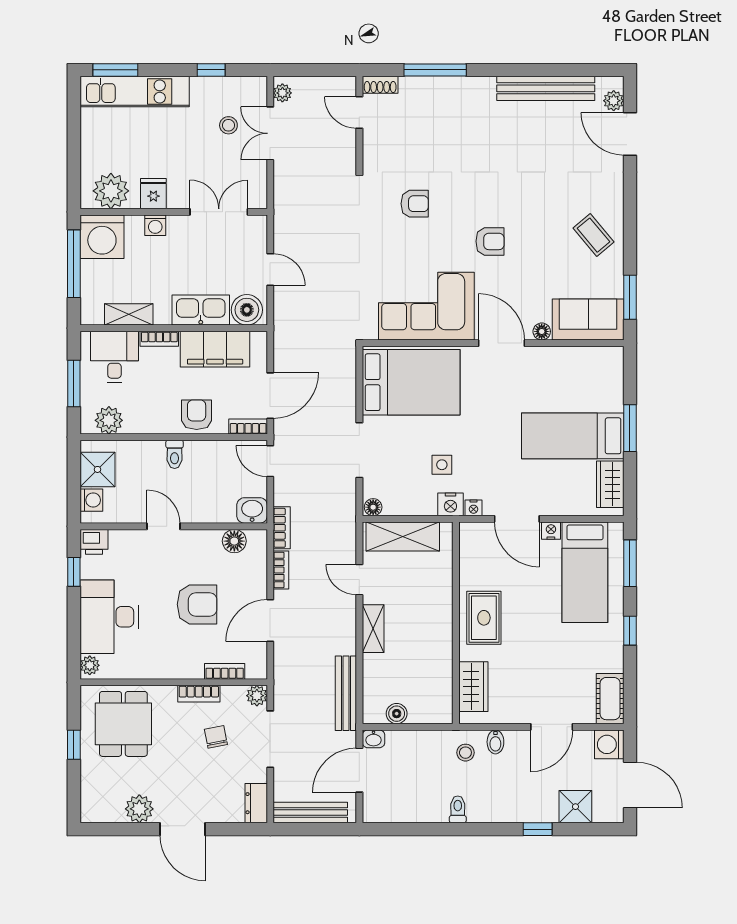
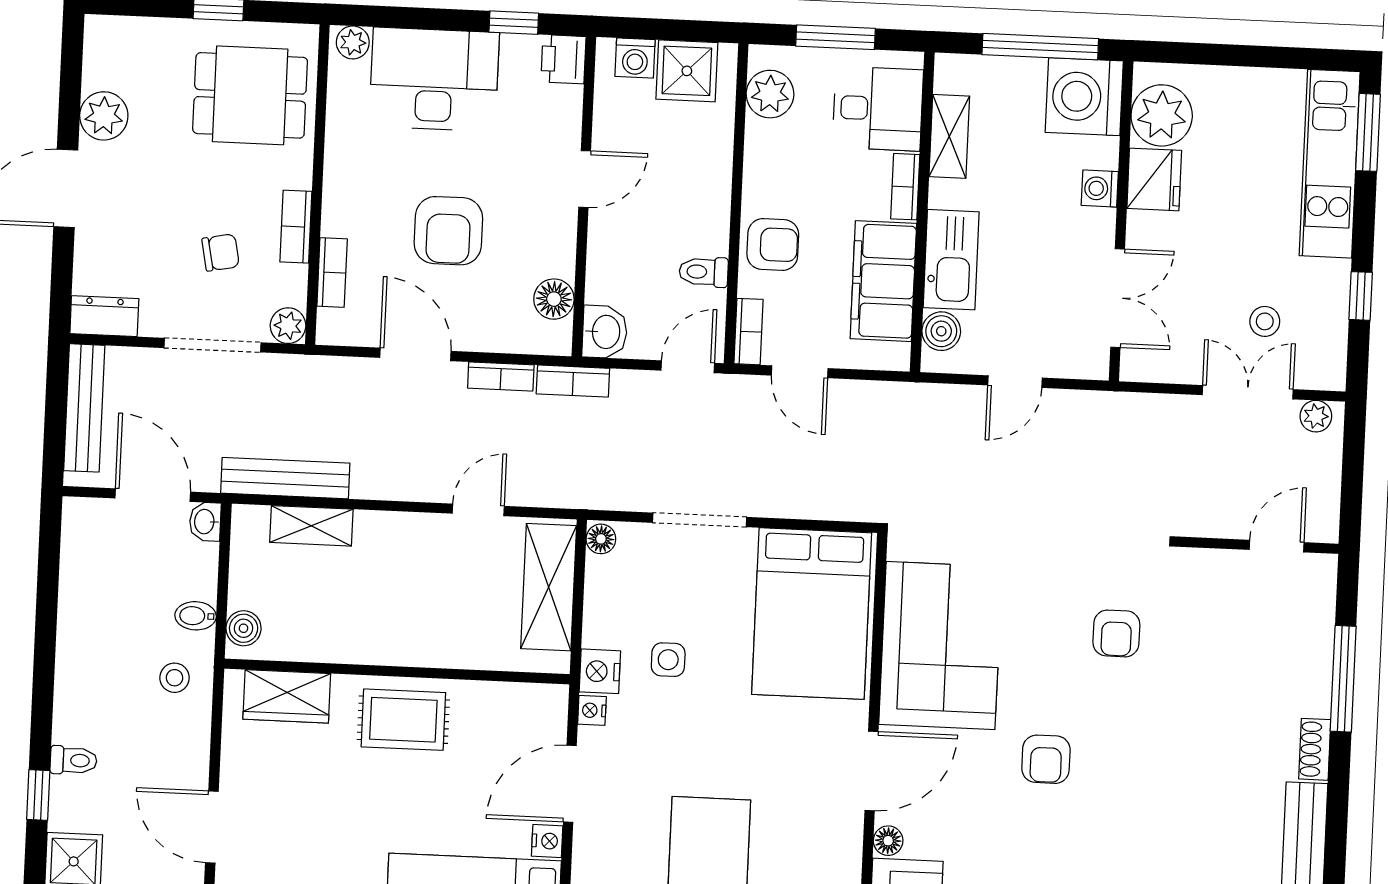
shoe rack: (380, 85) -> (1315, 749), moved
fridge: (153, 194) -> (1154, 179), width x1.38
boiler: (247, 310) -> (941, 331), width x0.73, depth x0.73
door: (270, 396) -> (800, 372), width x0.73
toilet: (175, 454) -> (704, 272), moved
shelving: (373, 629) -> (311, 526), moved
boiler: (397, 714) -> (244, 628), moved
bidet: (495, 742) -> (196, 616), moved
toilet: (458, 809) -> (74, 760), moved

